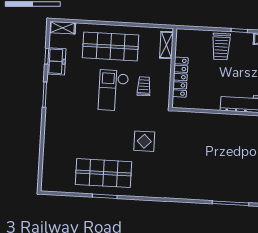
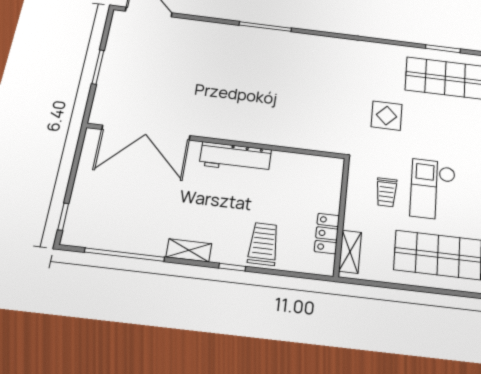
locker: (180, 77) -> (327, 233), moved, width x0.66
checkout: (113, 90) -> (433, 189), turned 180

